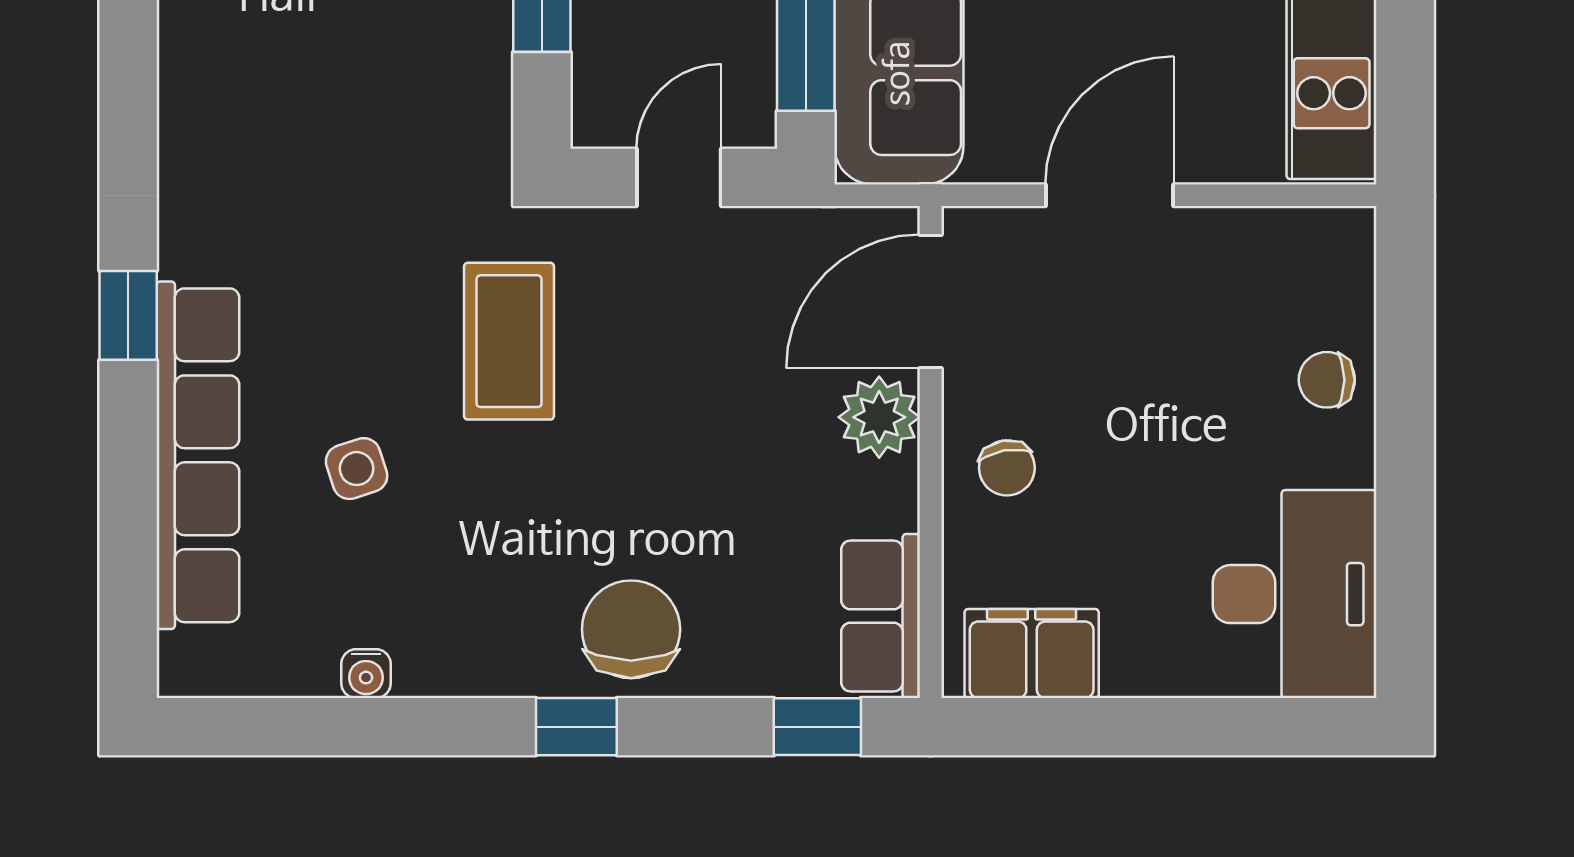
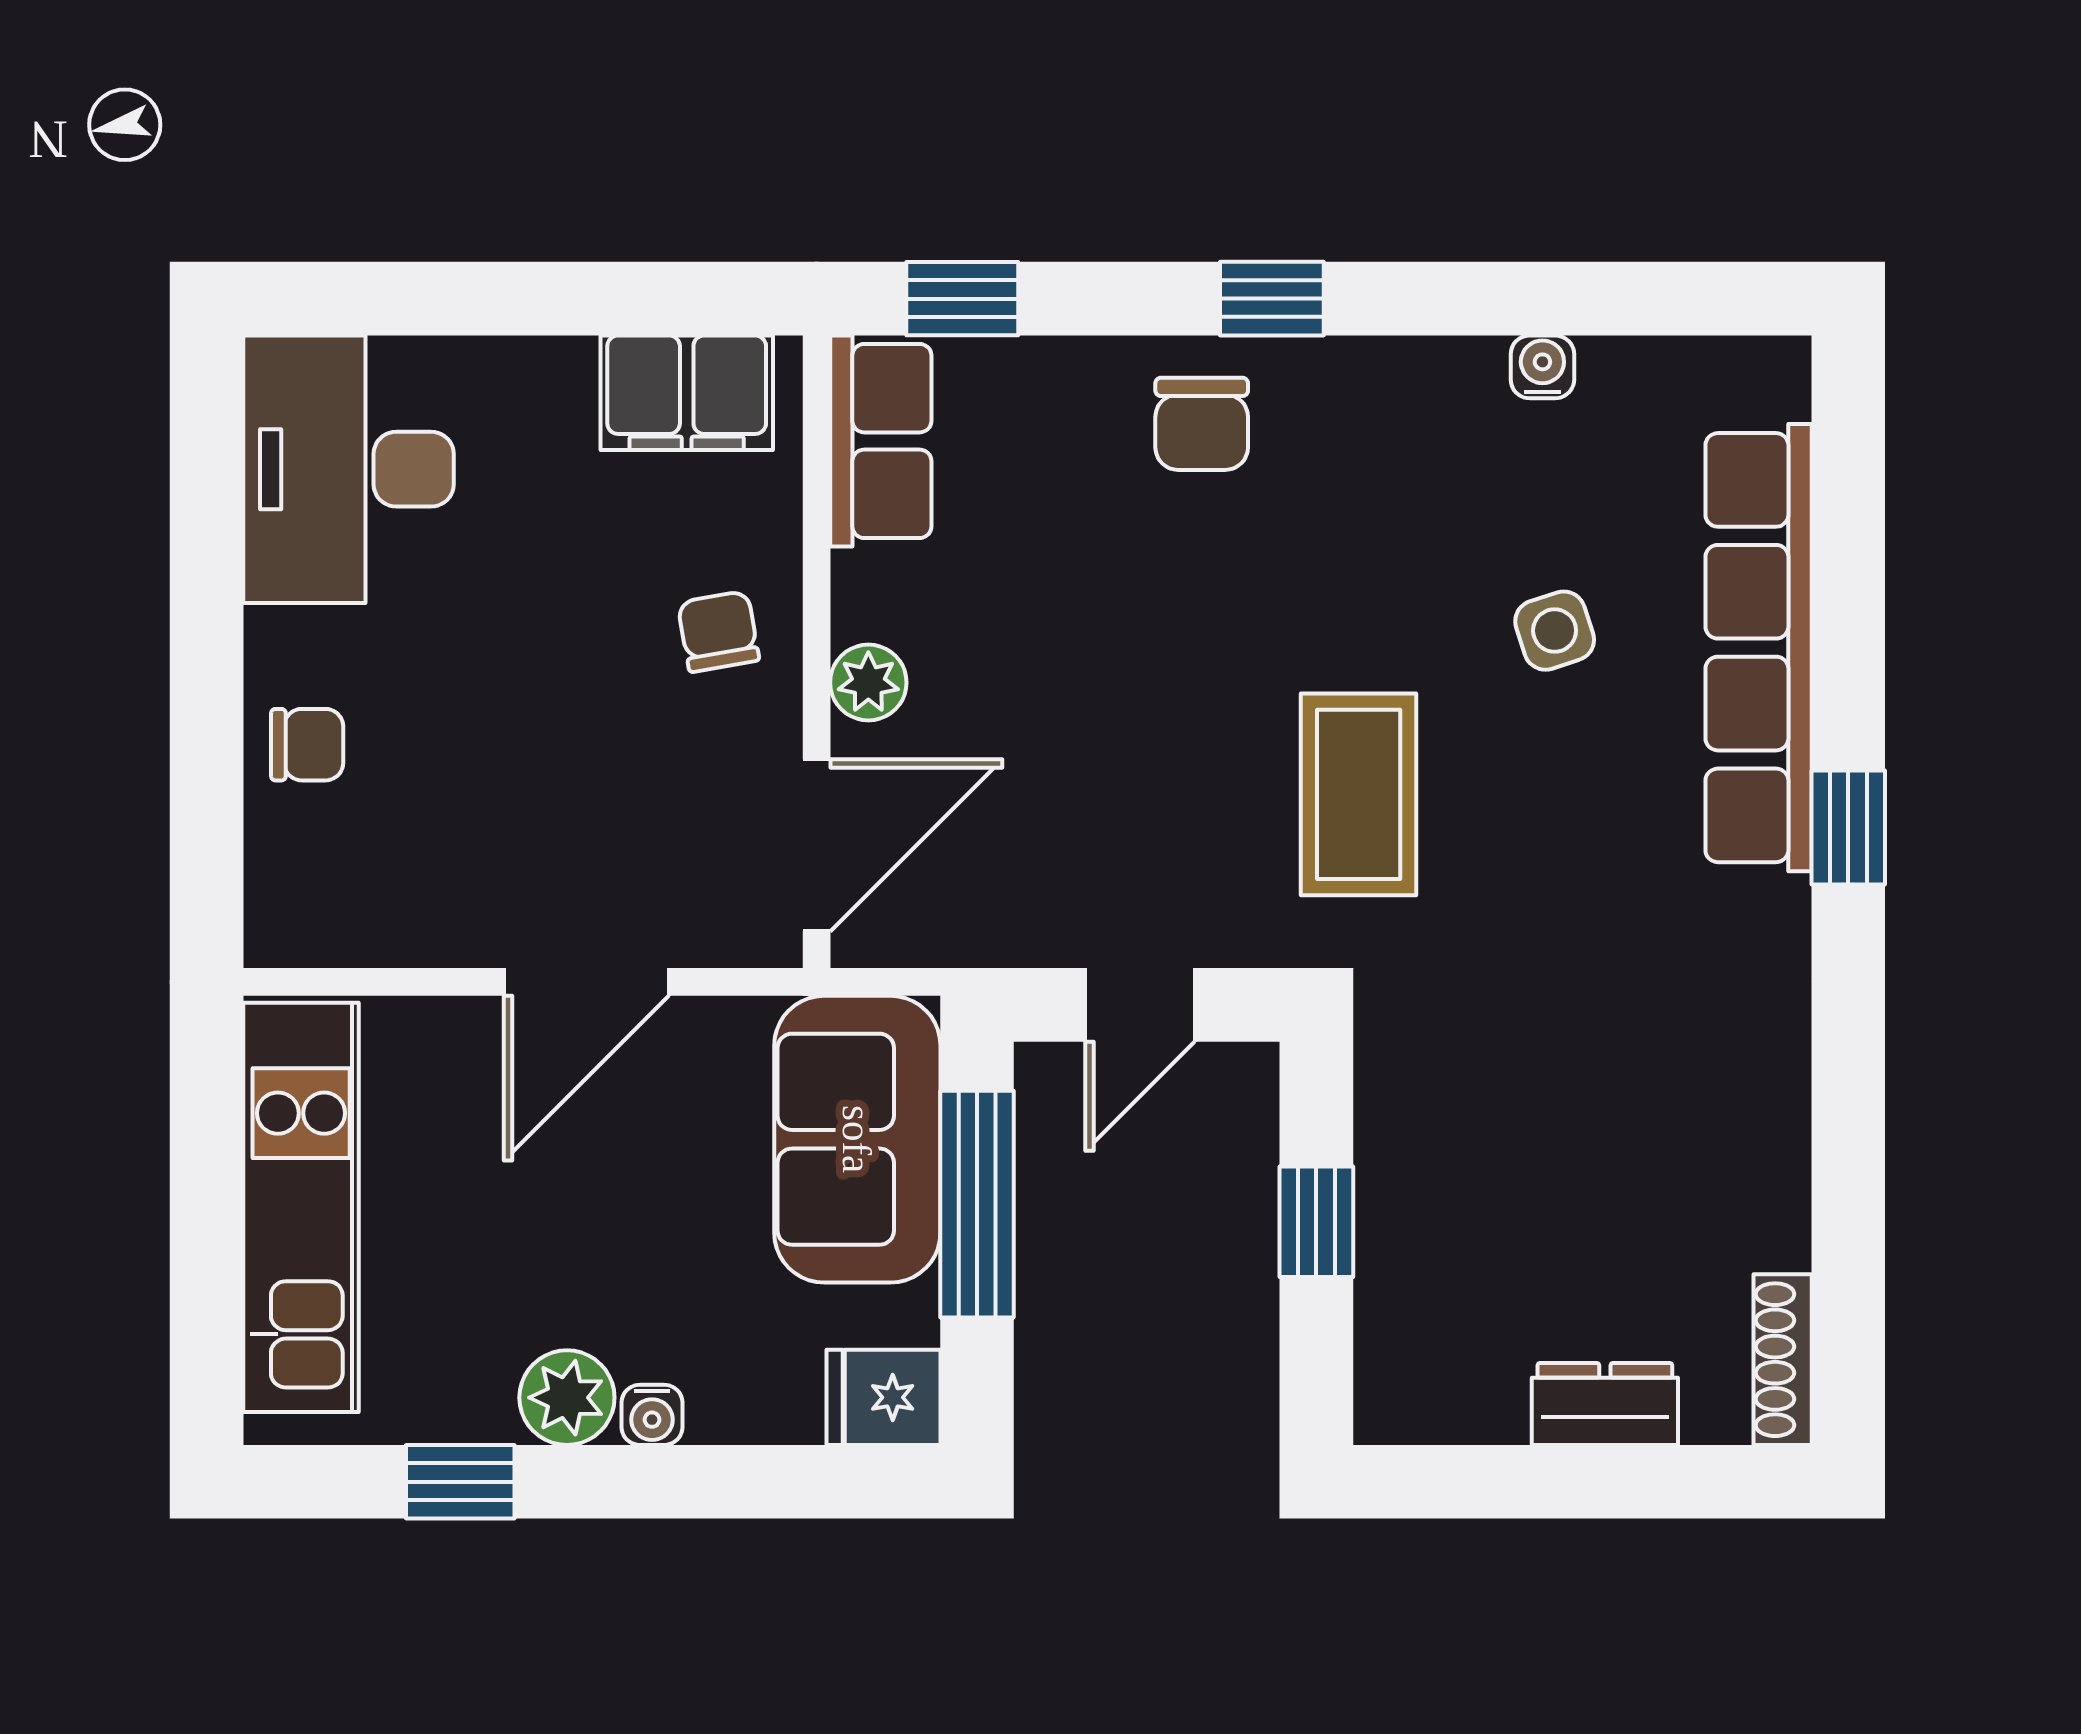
plant: (879, 417) -> (868, 683), width x0.73, depth x0.73
chair: (631, 629) -> (1202, 424), width x0.73, depth x0.73

